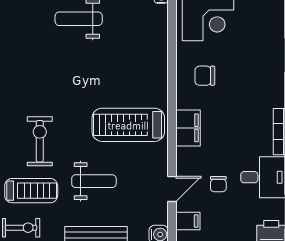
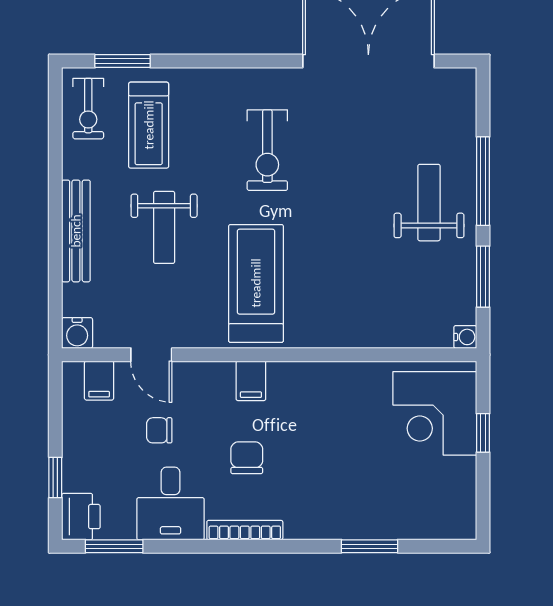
chair: (205, 76) -> (247, 458), moved
filing cabinet: (188, 128) -> (251, 381), width x0.50
exercise bike: (40, 141) -> (267, 150), moved, turned 90

